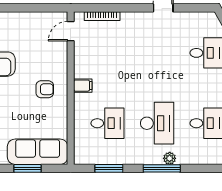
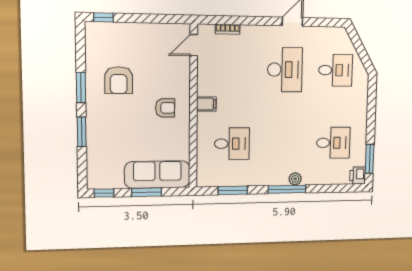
bookcase: (102, 16) -> (228, 29), width x0.64
desk: (157, 123) -> (285, 70), moved

